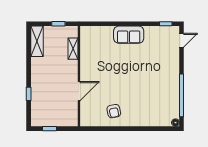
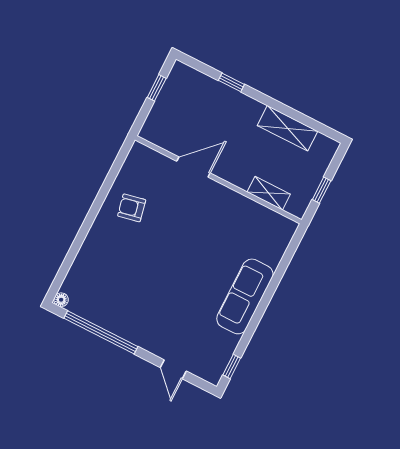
sofa: (129, 35) -> (245, 296), width x1.36
door: (182, 40) -> (173, 369), moved
shelving: (37, 41) -> (288, 128), moved
door: (79, 91) -> (193, 167), swing flipped

